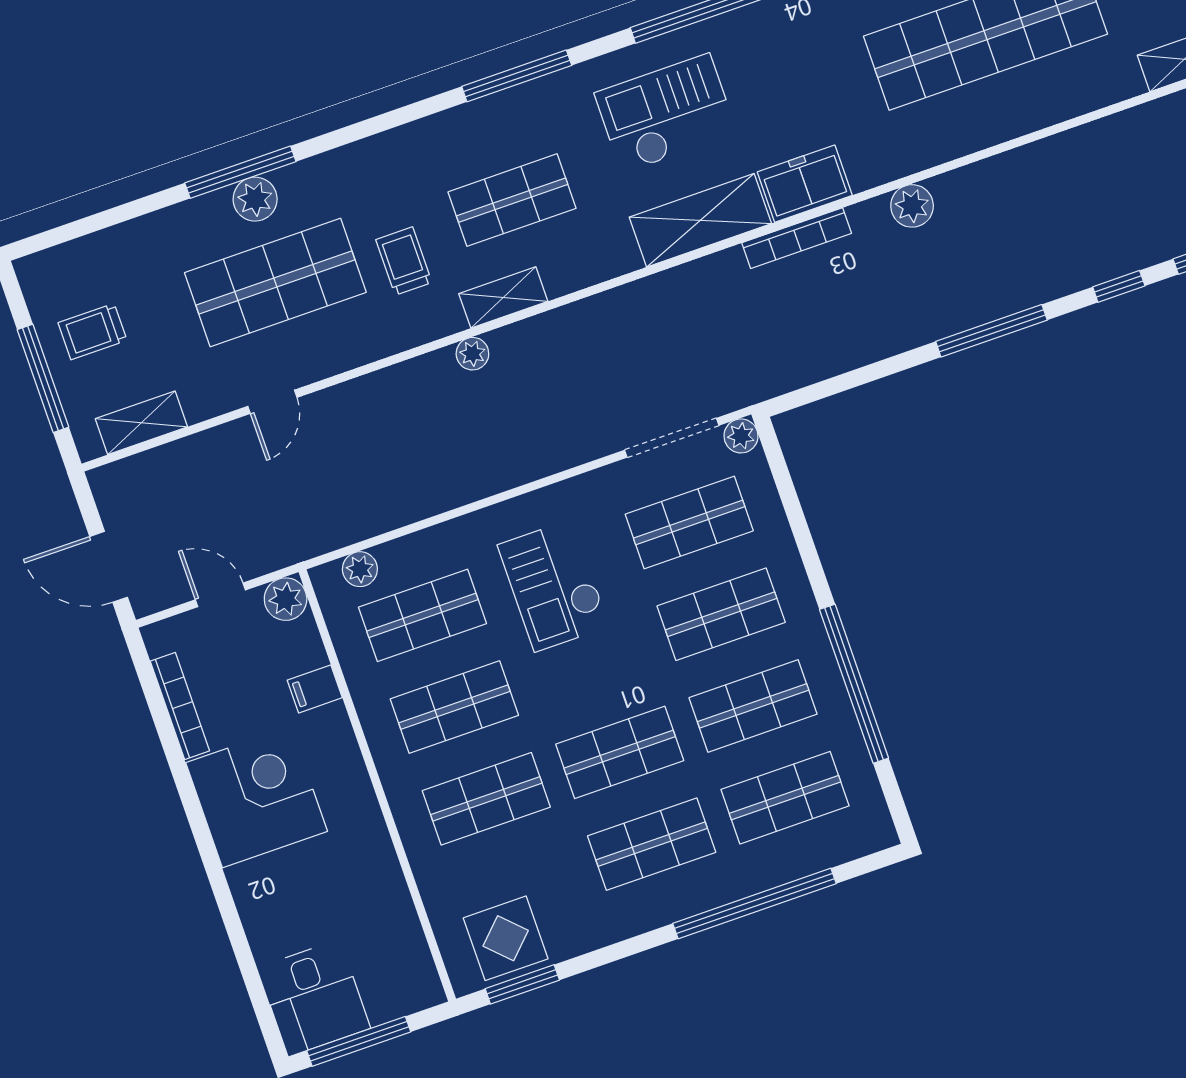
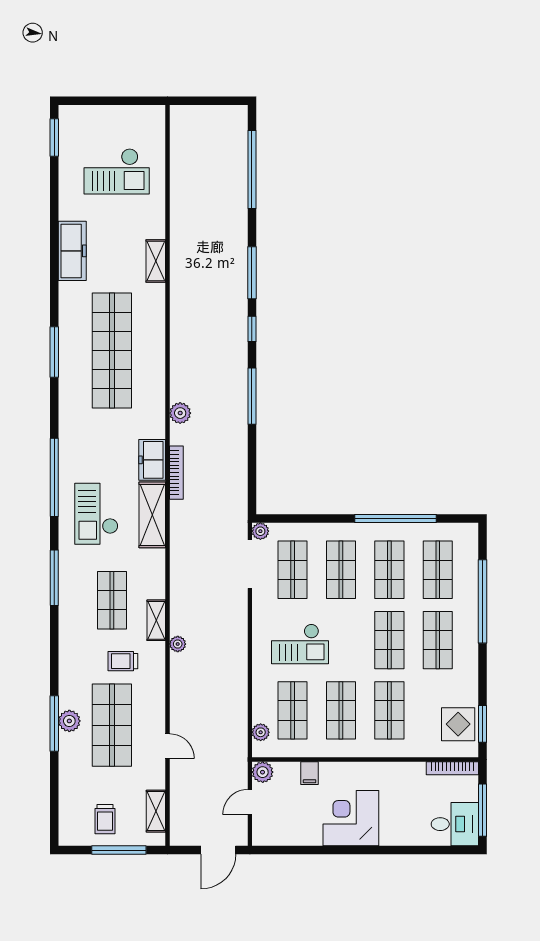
bookcase: (180, 706) -> (452, 768), moved, turned 180

